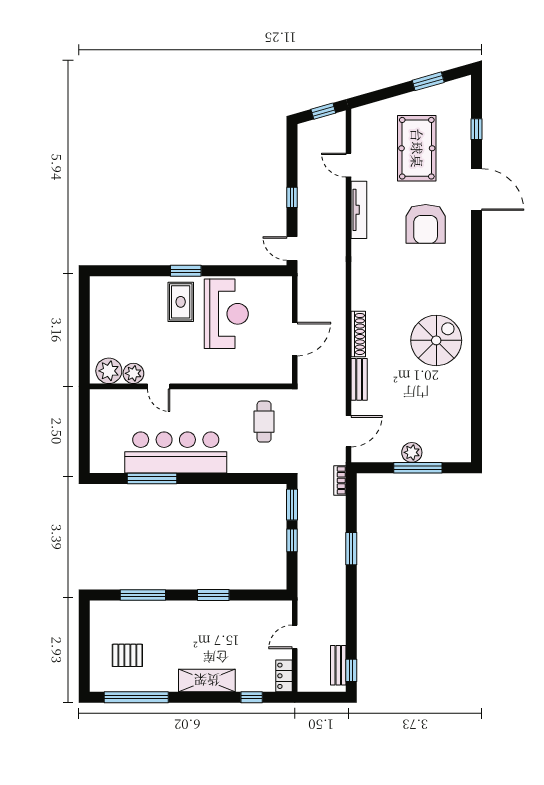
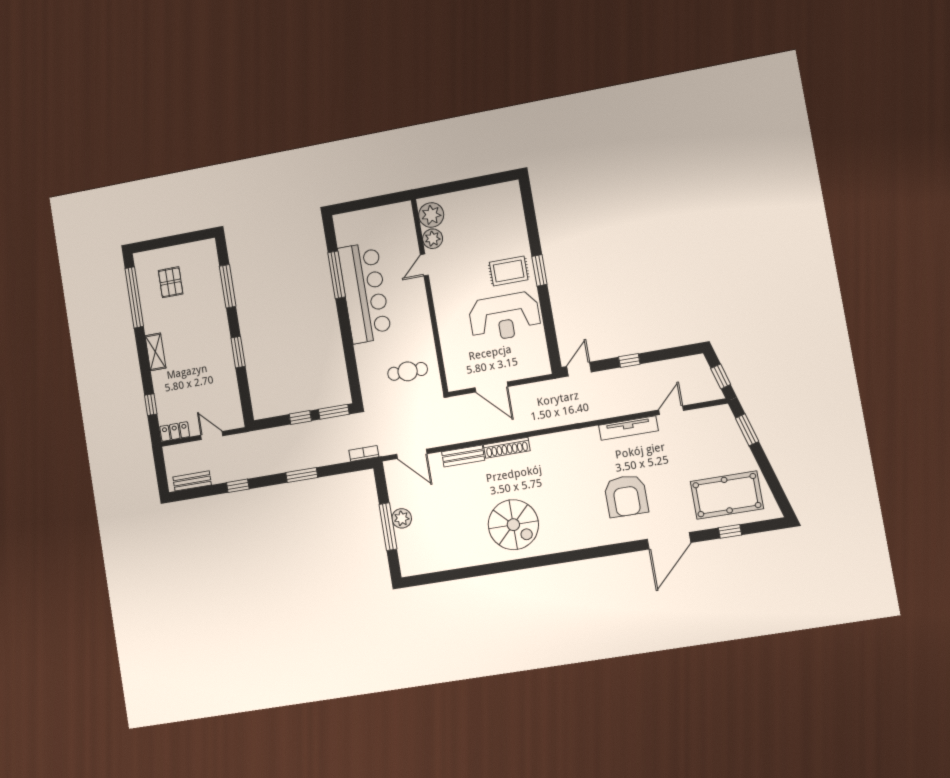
window: (428, 81) -> (747, 430), moved
pool table: (417, 148) -> (727, 495), moved
armchair: (426, 224) -> (626, 496), turned -90
window: (351, 670) -> (238, 486), moved
shelving: (207, 680) -> (155, 352), width x0.67, depth x0.75

